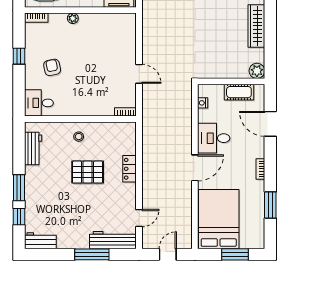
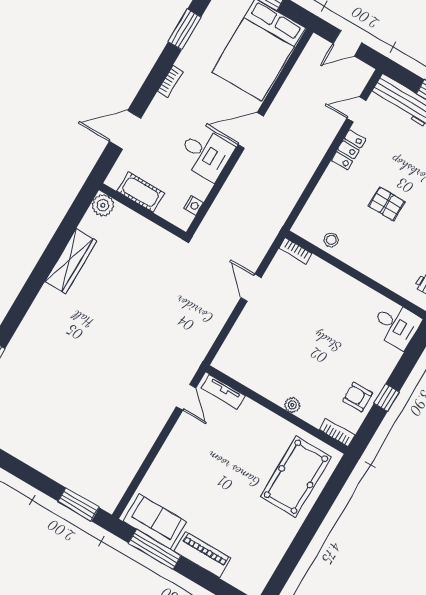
armchair: (52, 67) -> (358, 397), moved, turned 102
door: (270, 124) -> (125, 130), swing flipped
stool: (79, 137) -> (331, 240), moved
locker: (130, 169) -> (348, 150), moved
pallet: (88, 172) -> (387, 204), width x0.67, depth x0.71

